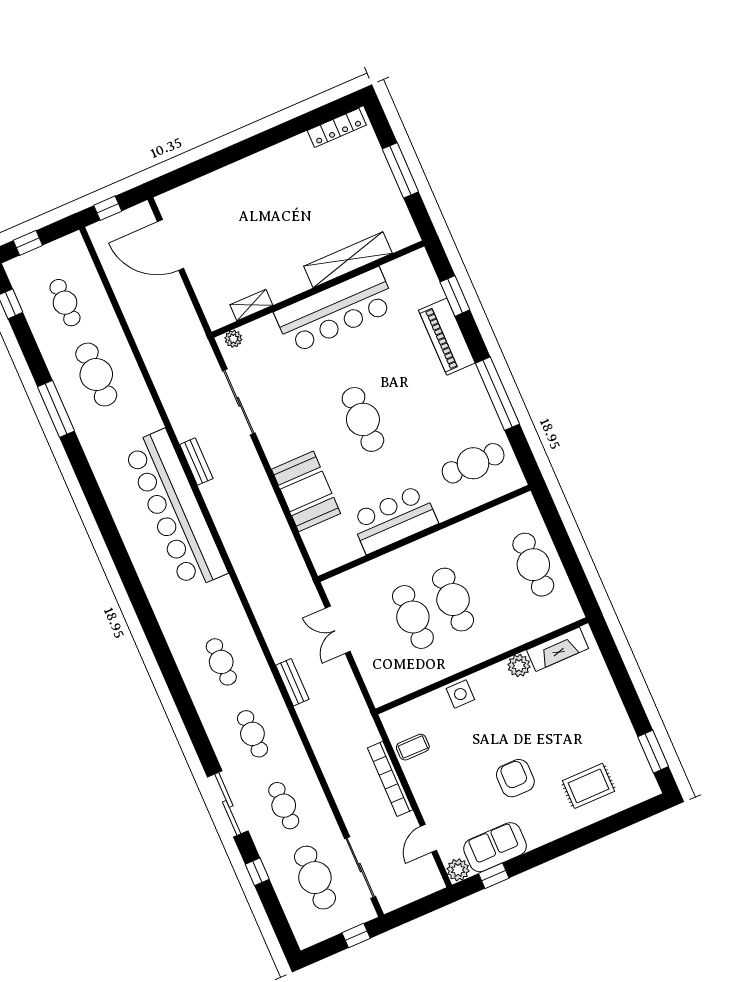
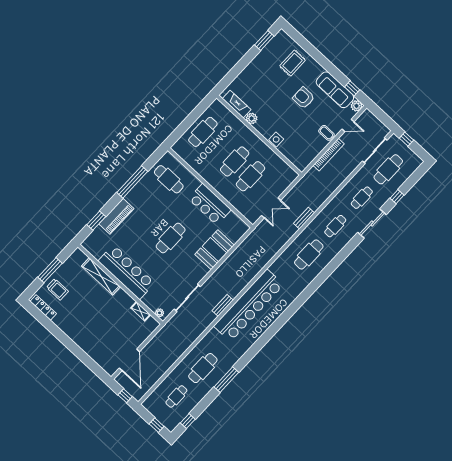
trolley: (359, 169) -> (57, 289), added
cafe table: (221, 662) -> (309, 254), width x1.37, depth x1.35
coffee table: (413, 747) -> (326, 133), moved
armchair: (515, 778) -> (303, 98), turned 90
rug: (589, 786) -> (293, 63), turned 90
sofa: (495, 847) -> (335, 90), width x1.36

